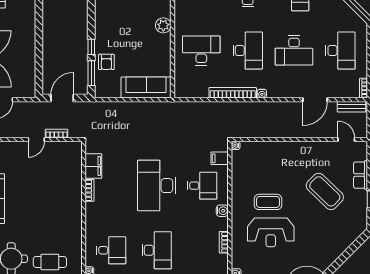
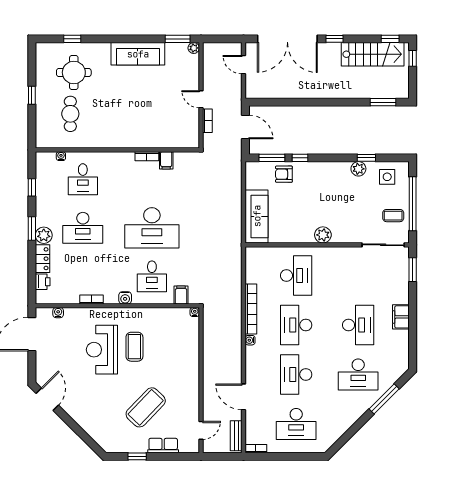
desk: (248, 50) -> (296, 325), turned 90
filing cabinet: (93, 166) -> (166, 160), width x0.50
desk: (157, 186) -> (152, 228), turned 180

